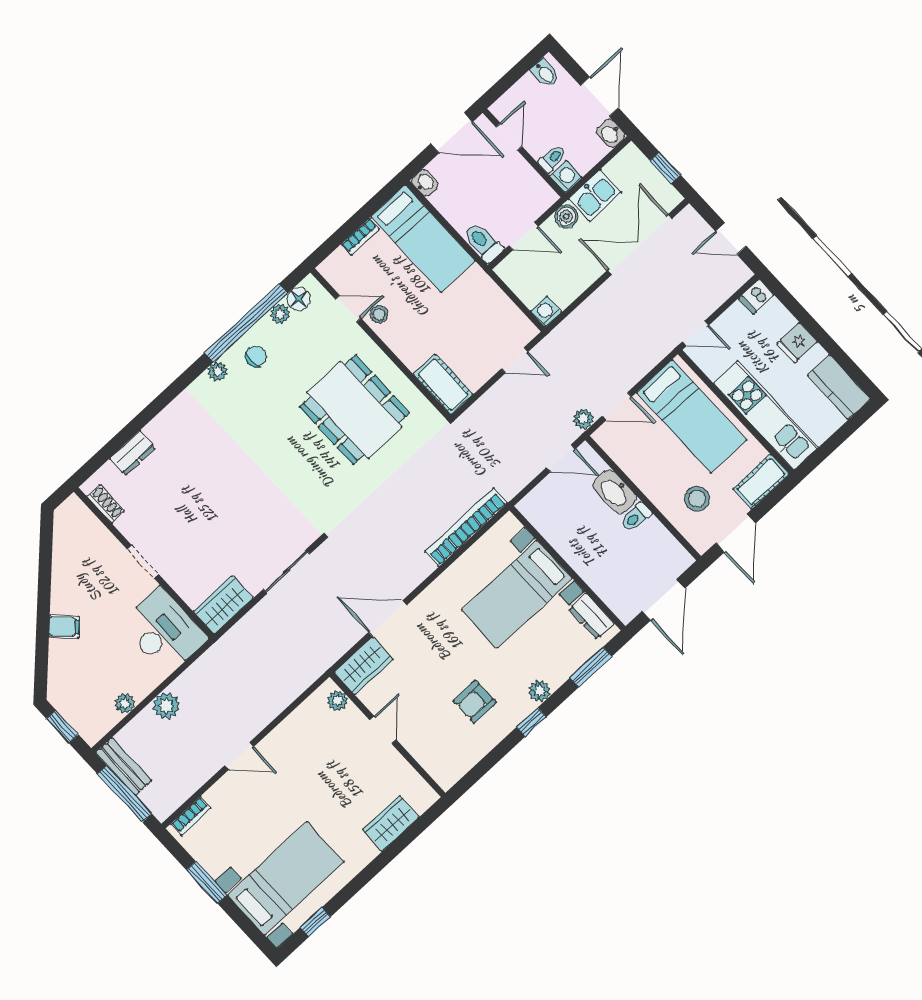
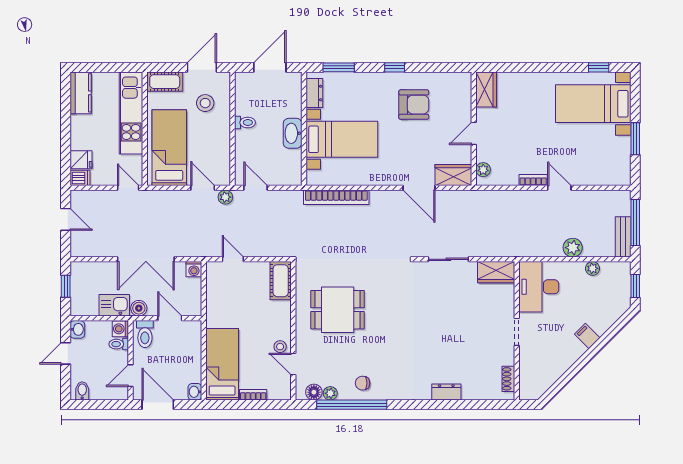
door: (599, 97) -> (66, 353), width x0.73
toilet: (483, 242) -> (145, 334), moved
double door: (640, 245) -> (146, 259), moved
fridge: (797, 343) -> (81, 160), moved
plant: (218, 372) -> (389, 394), removed
dining table: (354, 410) -> (338, 310), width x0.73
dresser: (133, 453) -> (446, 392), moved
washbasin: (615, 492) -> (293, 133), moved, turned 180
plant: (539, 691) -> (376, 80), removed
armchair: (475, 702) -> (414, 105), width x1.38, depth x1.38
bookcase: (191, 816) -> (533, 180), moved
wardrobe: (391, 823) -> (486, 90), moved, turned -90

